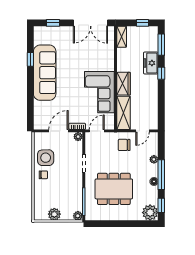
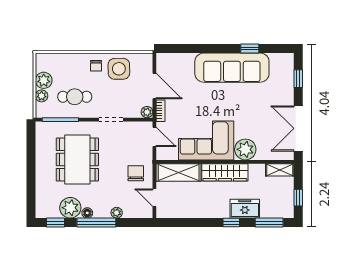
plant: (106, 63) -> (245, 149), added
wardrobe: (123, 84) -> (225, 172), width x1.50
cafe table: (67, 191) -> (75, 97), added
plant: (150, 213) -> (70, 208), moved
plant: (78, 216) -> (42, 96), moved

